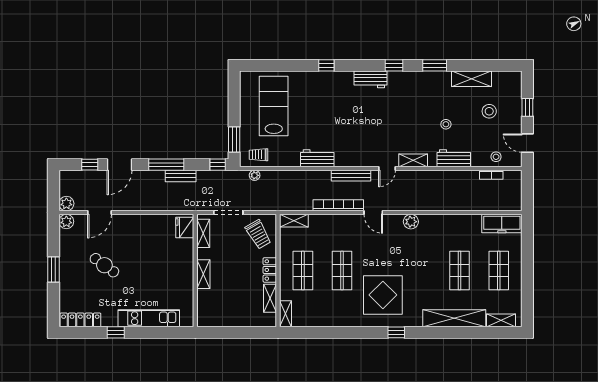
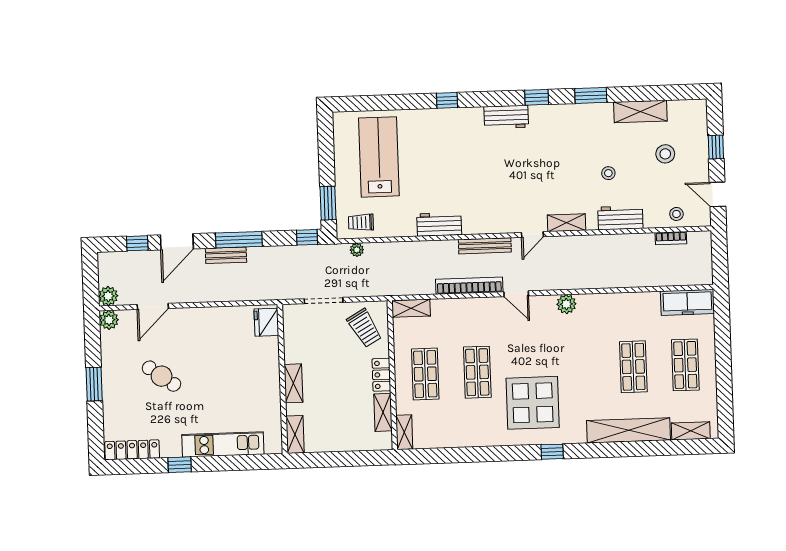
bench: (181, 176) -> (226, 255), moved
shelving: (203, 233) -> (295, 435), moved

